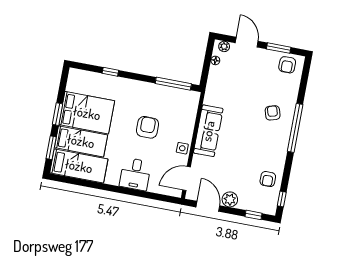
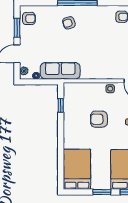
window: (110, 72) -> (61, 157), removed
window: (173, 84) -> (61, 105), width x0.46
bed: (87, 113) -> (77, 169), moved
sofa: (208, 131) -> (60, 71), moved

